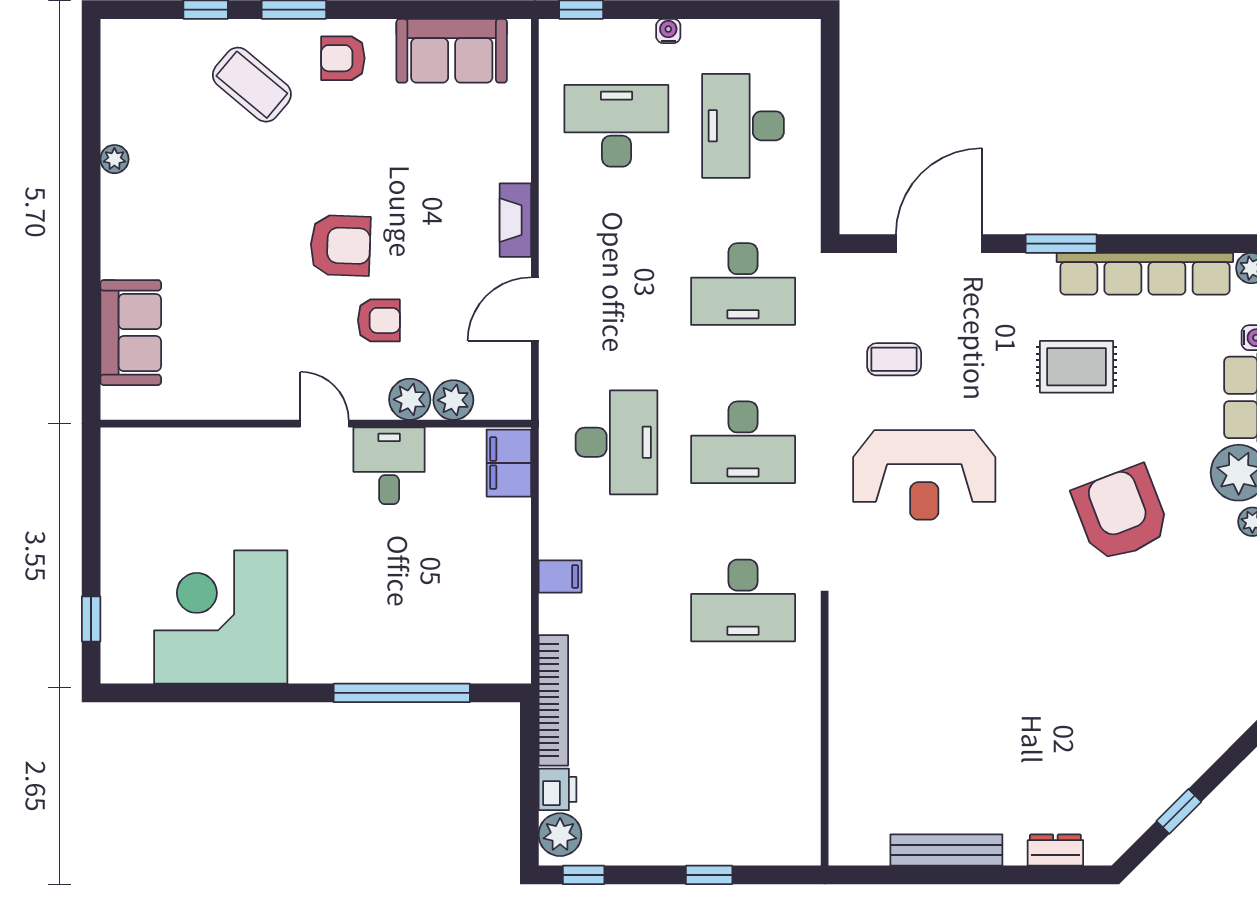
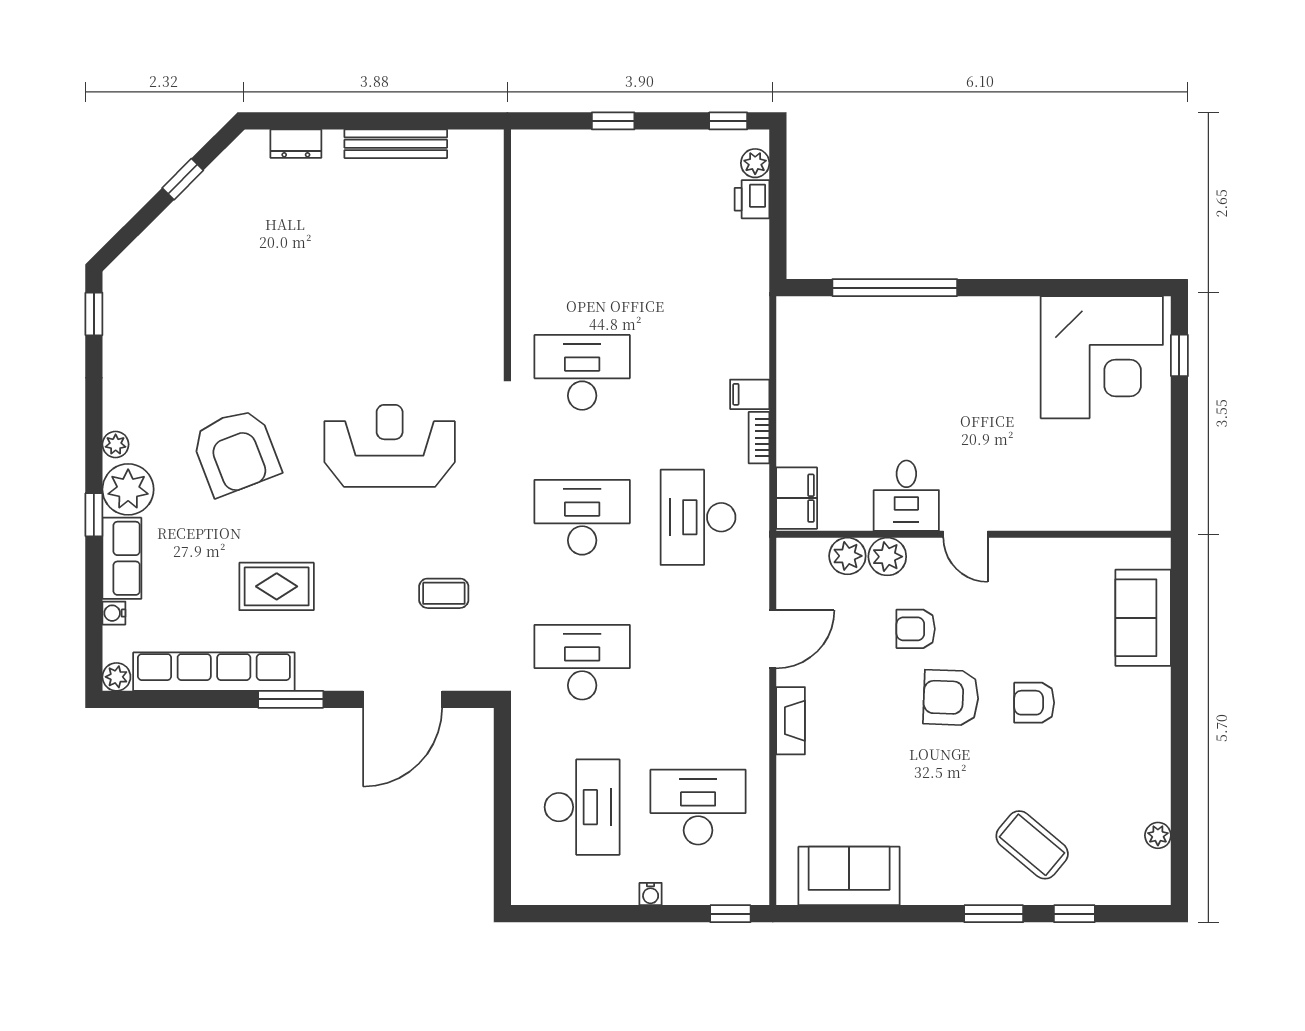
armchair: (343, 58) -> (1034, 703), moved, turned 180
desk: (616, 126) -> (698, 807), turned 180
plant: (114, 159) -> (1158, 835), moved
reception desk: (924, 475) -> (390, 446), moved
corner desk: (221, 617) -> (1102, 357), moved
bookcase: (553, 700) -> (759, 438), moved, width x0.43, depth x0.76
plant: (560, 835) -> (755, 163), width x0.73, depth x0.73

